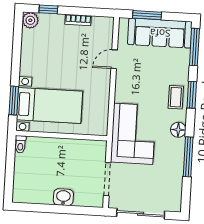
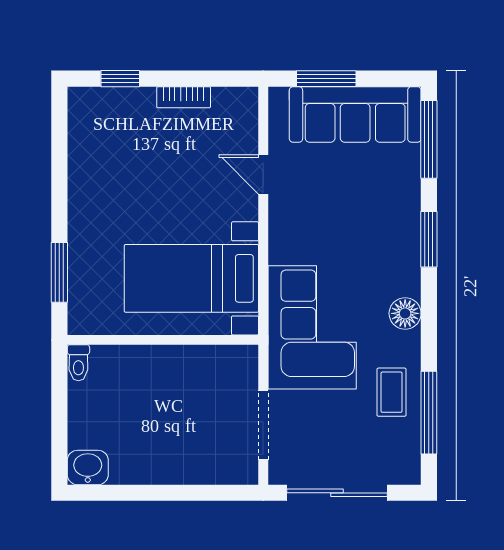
plant: (30, 20) -> (84, 103), removed
door: (114, 59) -> (263, 174), hinge flipped
coffee table: (176, 97) -> (392, 392), moved
bed with nightstands: (50, 105) -> (191, 278), moved, turned 180
window: (188, 157) -> (429, 413), moved
washbasin: (63, 197) -> (88, 467), moved

